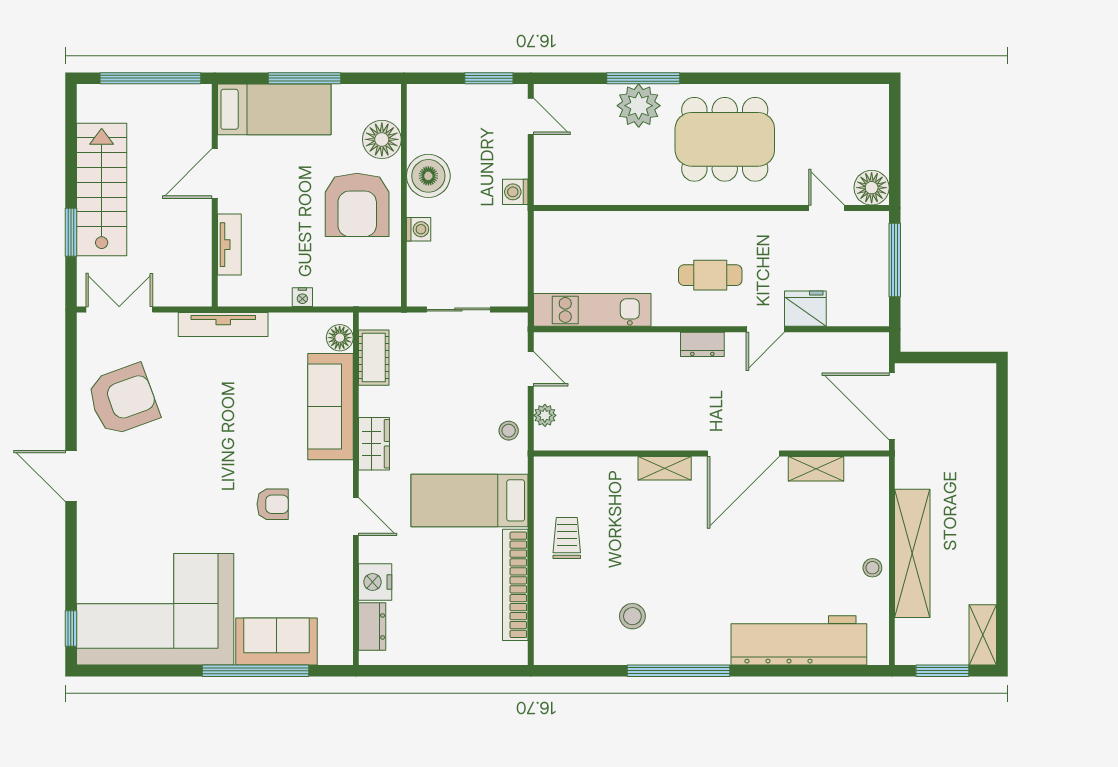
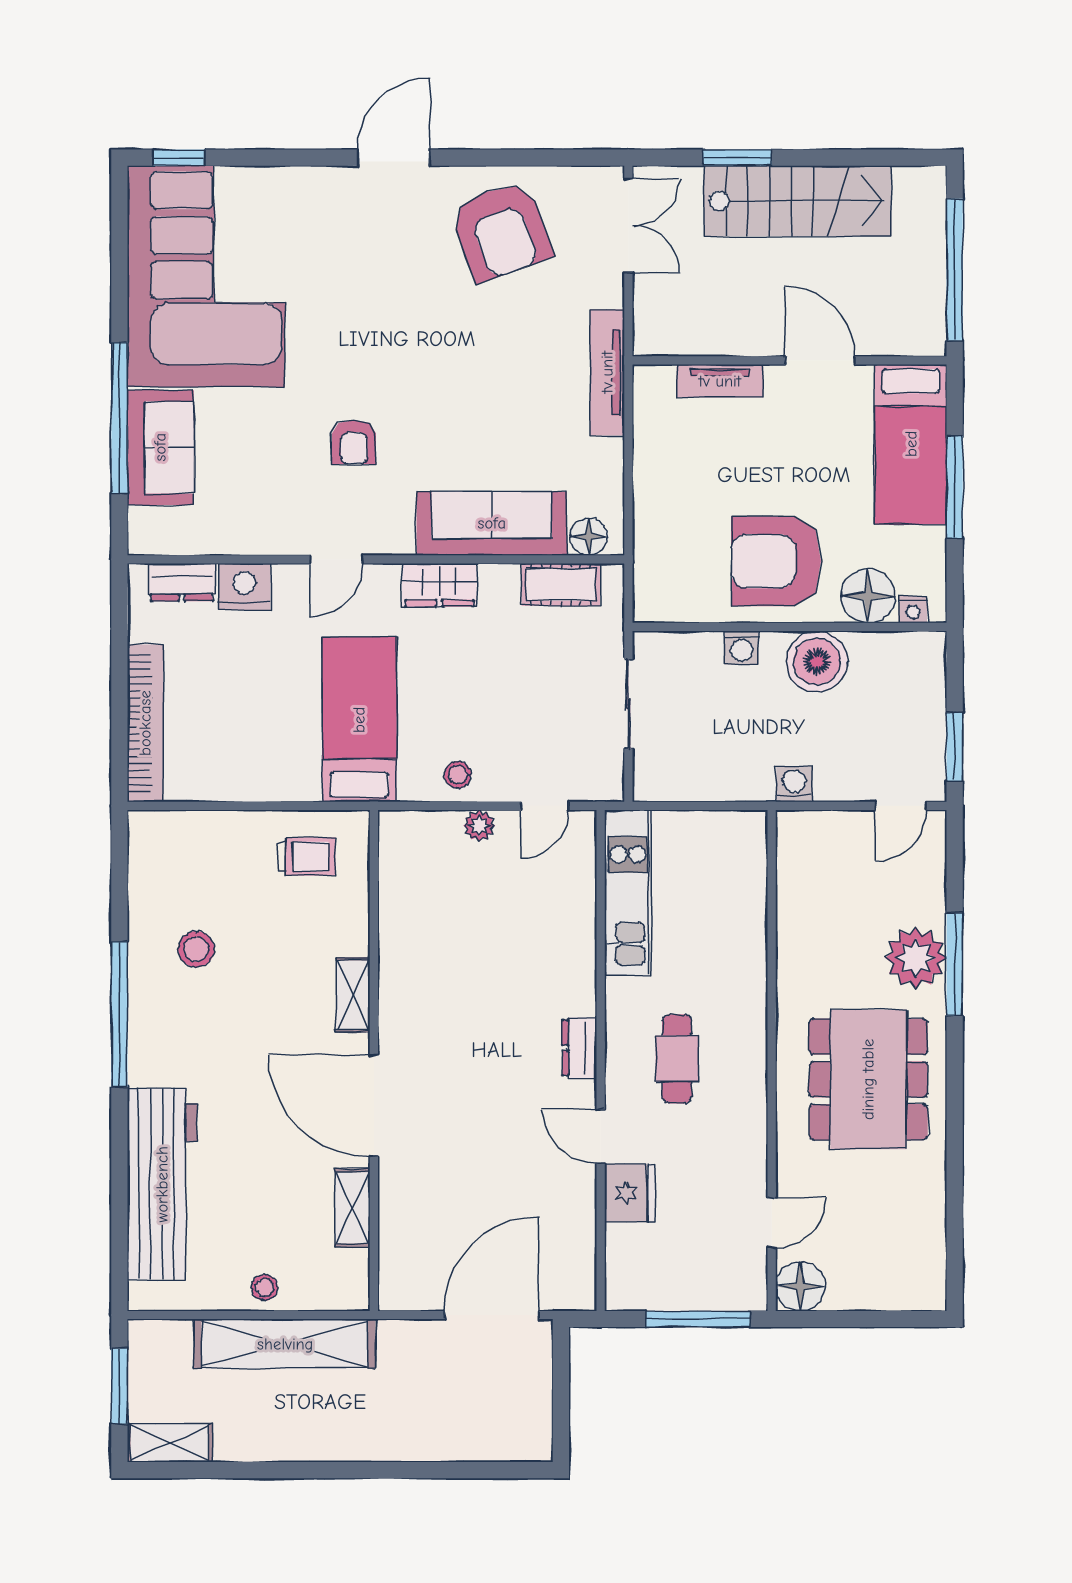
nightstand: (302, 297) -> (913, 610), moved, turned -90
wall: (711, 453) -> (374, 1060), moved
door: (743, 453) -> (374, 1106), moved
shelving: (665, 468) -> (353, 995), moved
shelving: (816, 469) -> (352, 1208), moved
bookcase: (515, 585) -> (145, 723), moved, turned 90

